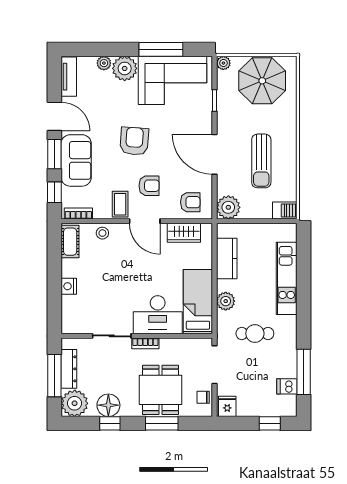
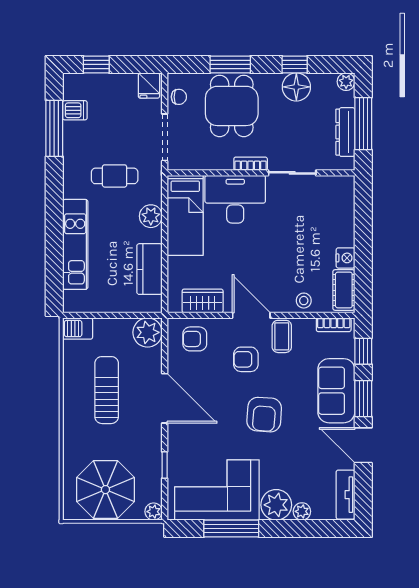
nightstand: (69, 286) -> (346, 258), moved
plant: (75, 403) -> (346, 82), width x0.53, depth x0.53

